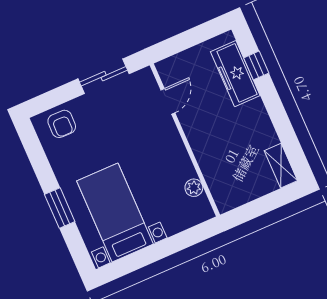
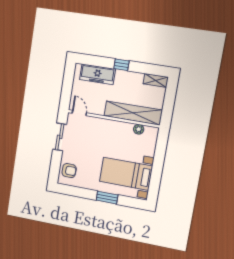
window: (256, 65) -> (121, 65), moved
door: (168, 101) -> (79, 113), moved
shelving: (212, 164) -> (133, 113), added

